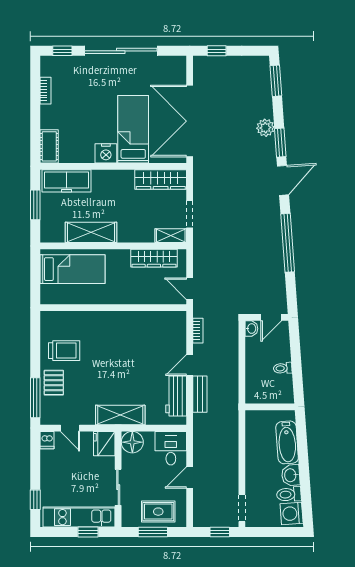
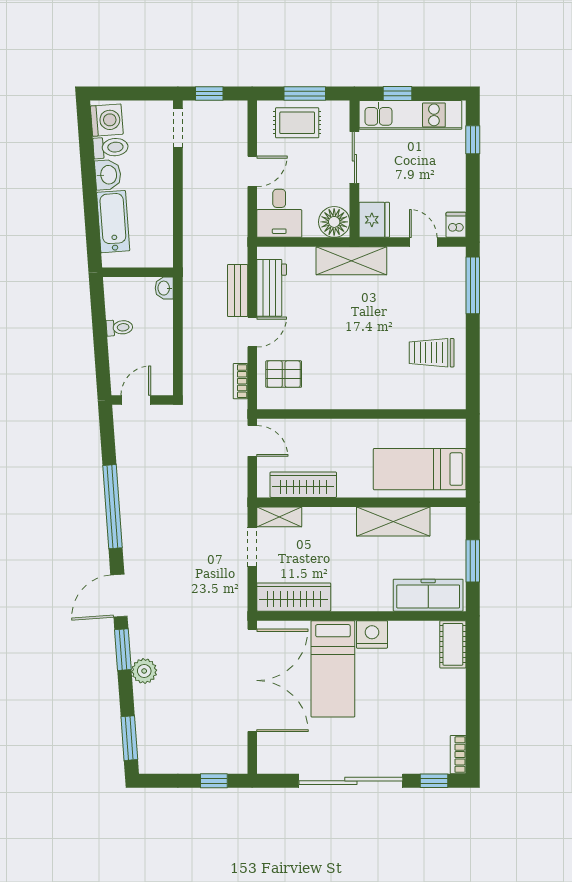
bookcase: (46, 91) -> (458, 755), moved
washbasin: (251, 329) -> (164, 288), moved
pallet: (54, 383) -> (284, 374), moved, turned 90

